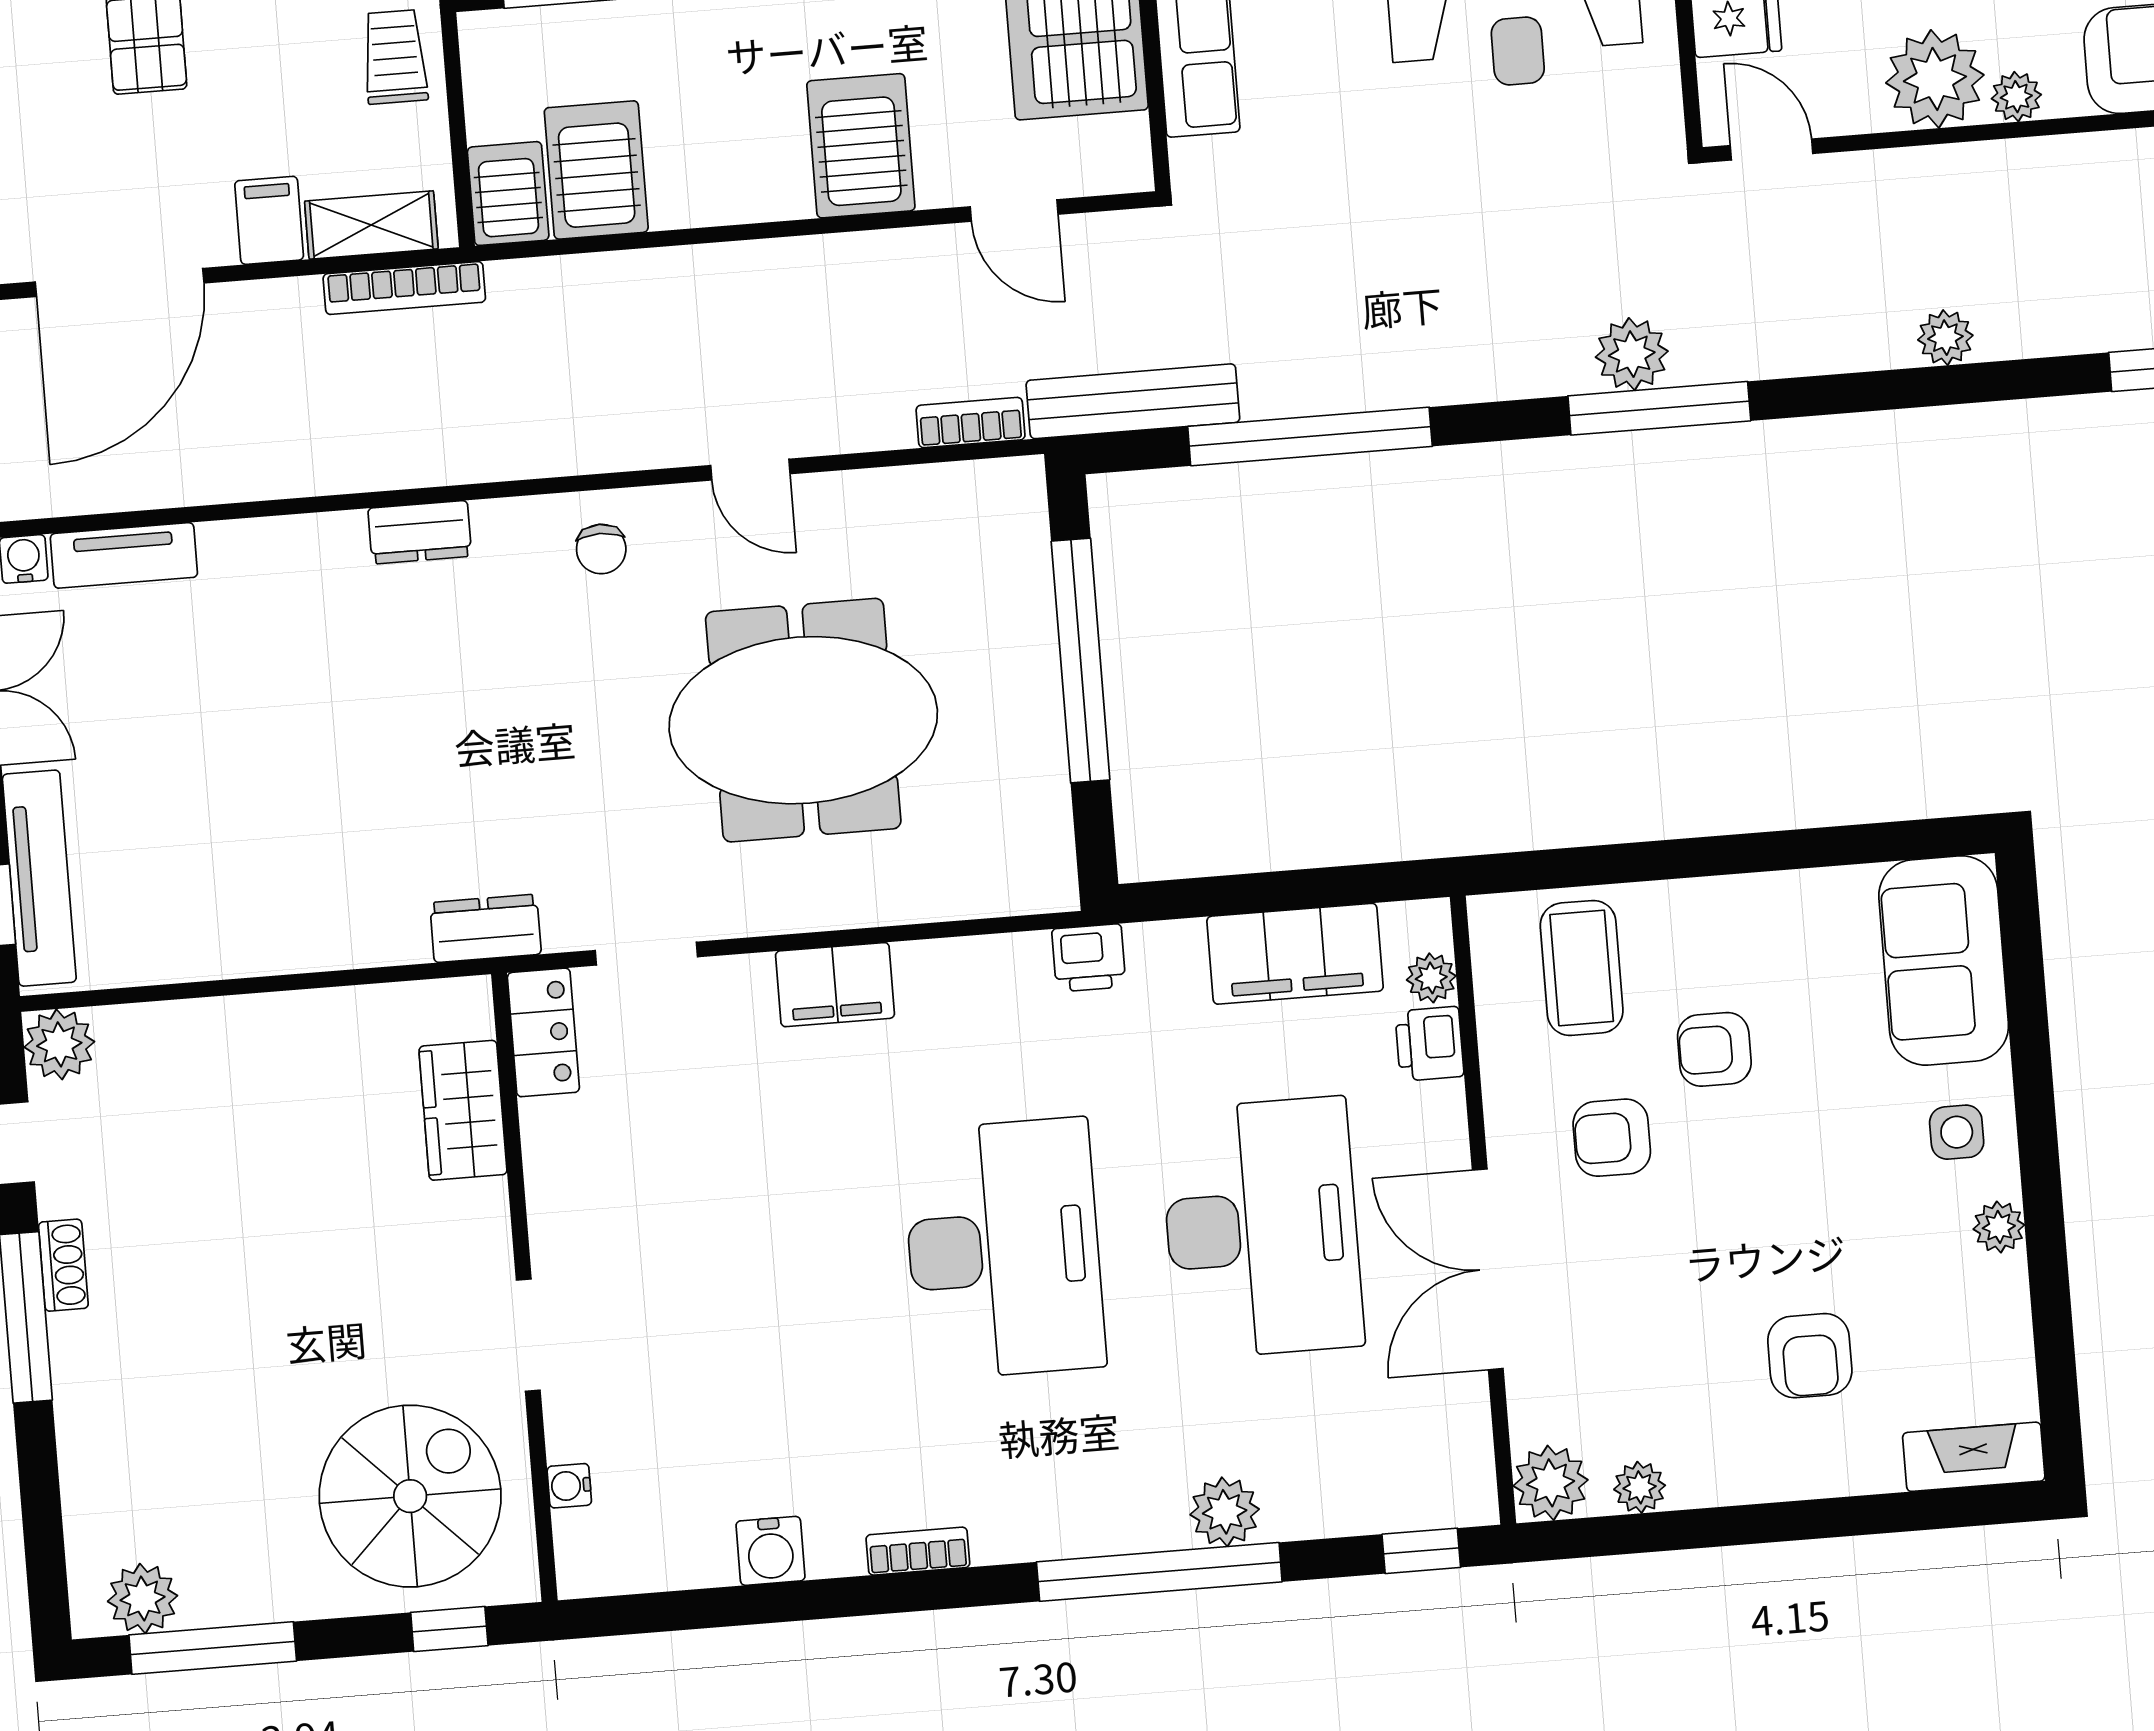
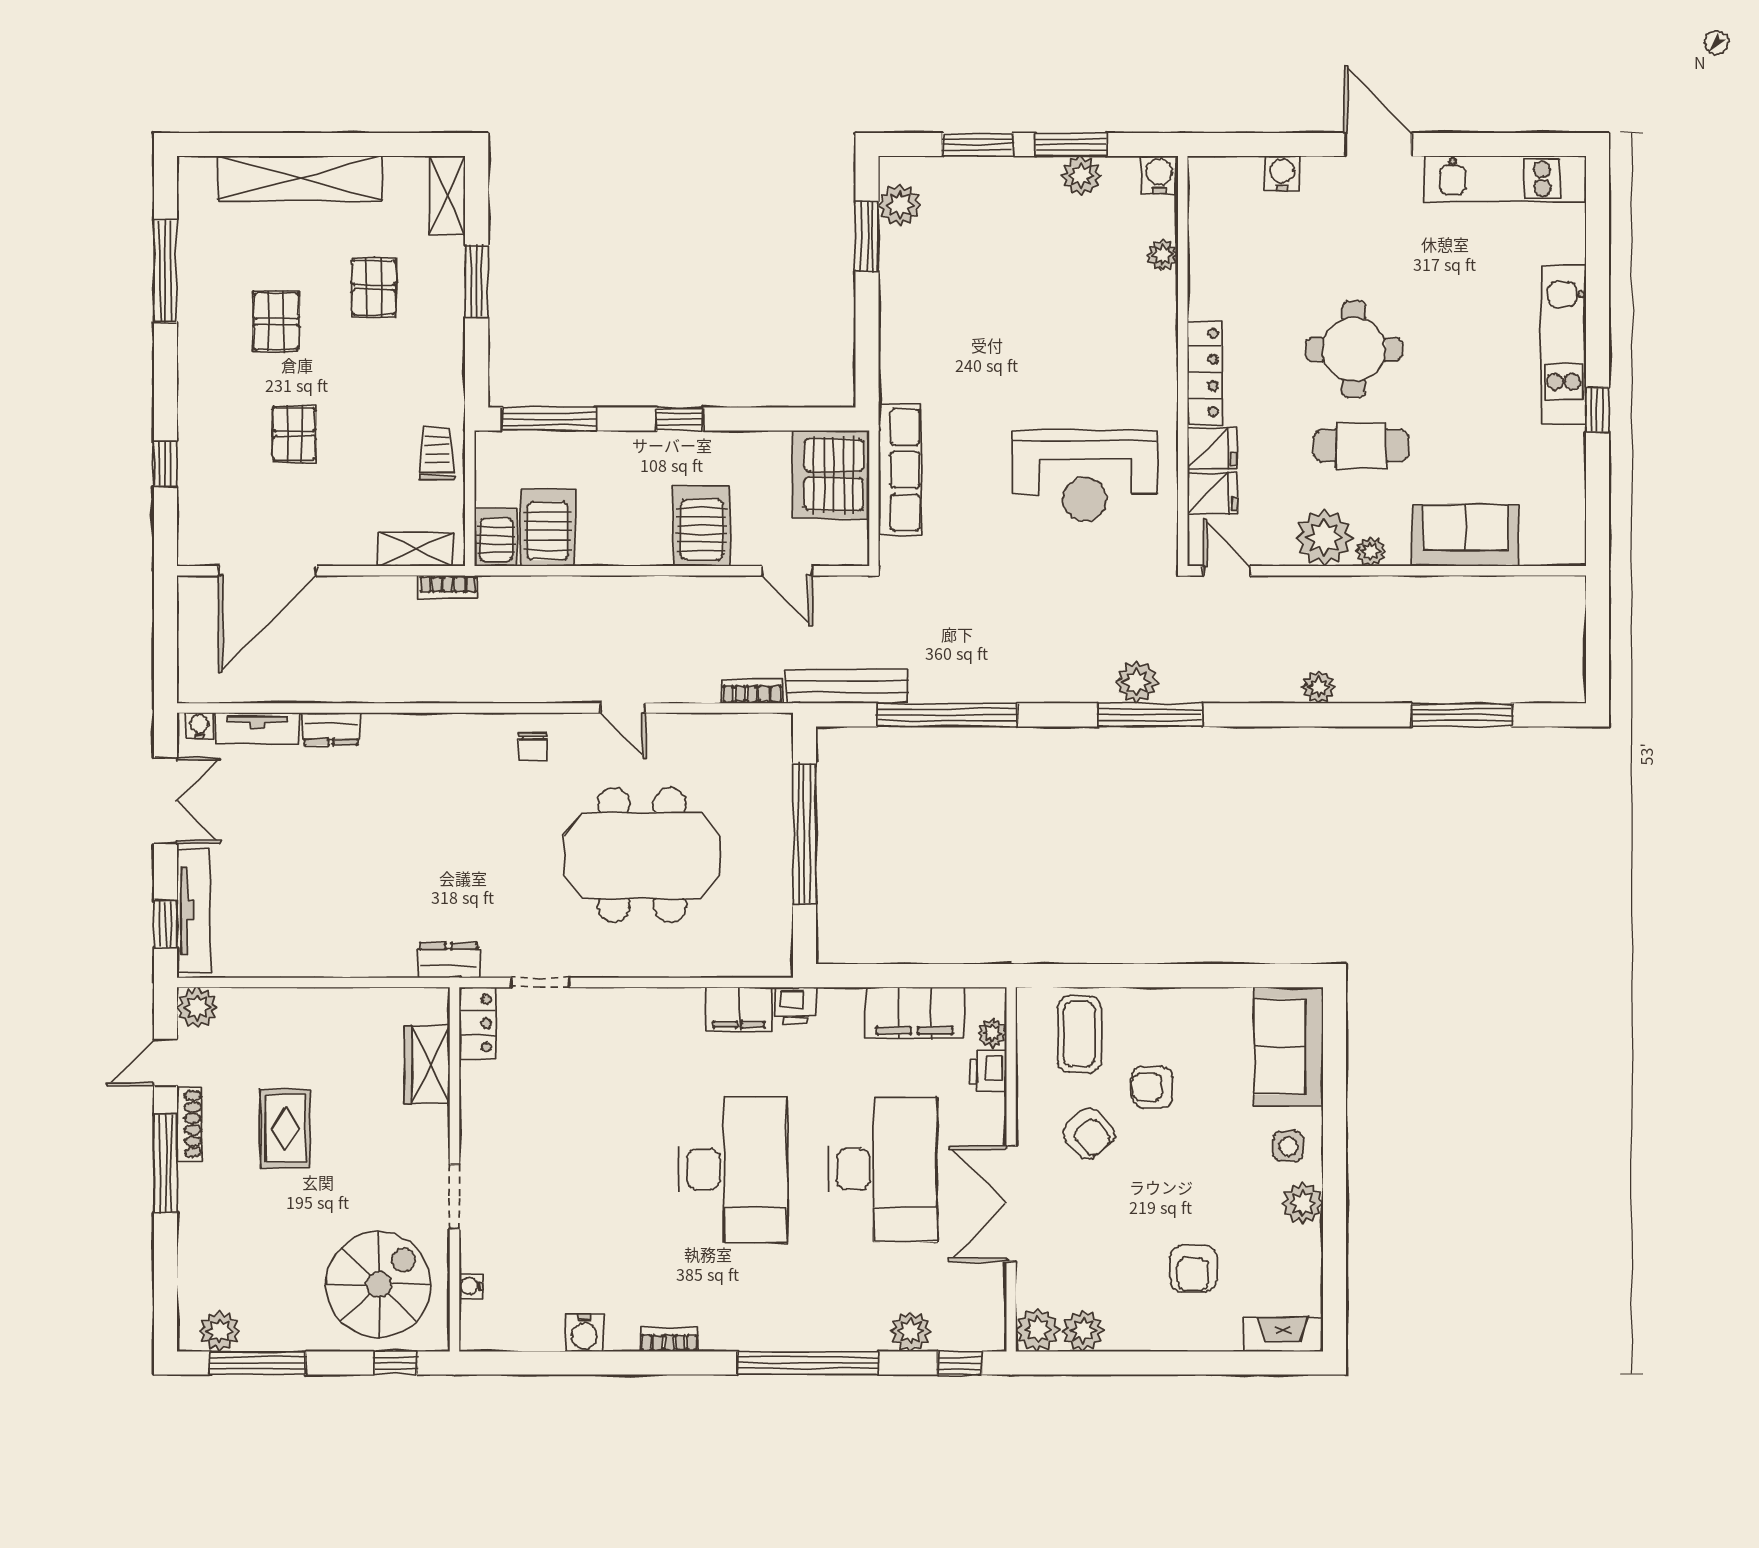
filing cabinet: (269, 220) -> (357, 542), removed
bookcase: (404, 288) -> (448, 587), width x0.64
dresser: (420, 532) -> (331, 729), moved
filing cabinet: (835, 985) -> (739, 1009), moved
armchair: (1612, 1138) -> (1089, 1133), turned -132
plant: (1999, 1227) -> (1302, 1203), width x1.38, depth x1.38
rug: (227, 1240) -> (285, 1129), added
shoe rack: (63, 1265) -> (189, 1124), width x1.43
plant: (1640, 1487) -> (1083, 1331), width x1.38, depth x1.38
plant: (1225, 1512) -> (911, 1331), moved

